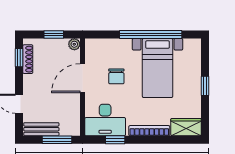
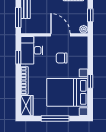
window: (151, 34) -> (90, 81), width x0.32
bed with nightstands: (158, 68) -> (67, 92), width x1.36
window: (205, 86) -> (55, 118), width x2.17

